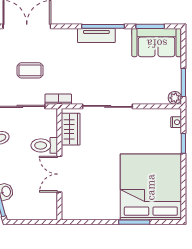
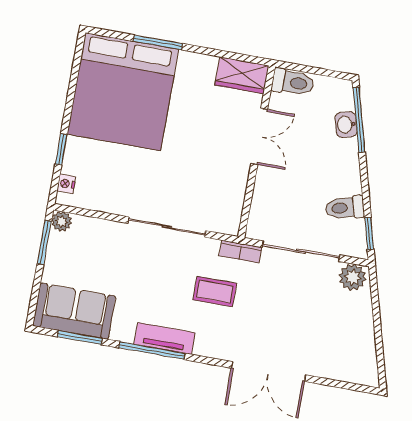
coffee table: (30, 70) -> (215, 292), moved
wardrobe: (71, 129) -> (242, 75), moved, turned -90
toilet: (44, 145) -> (293, 82), moved

